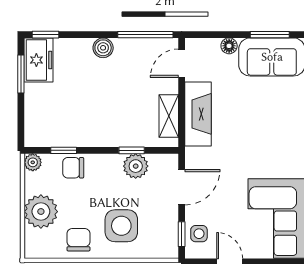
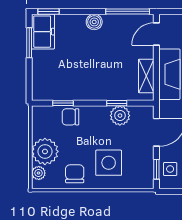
plant: (33, 162) -> (39, 173), moved

